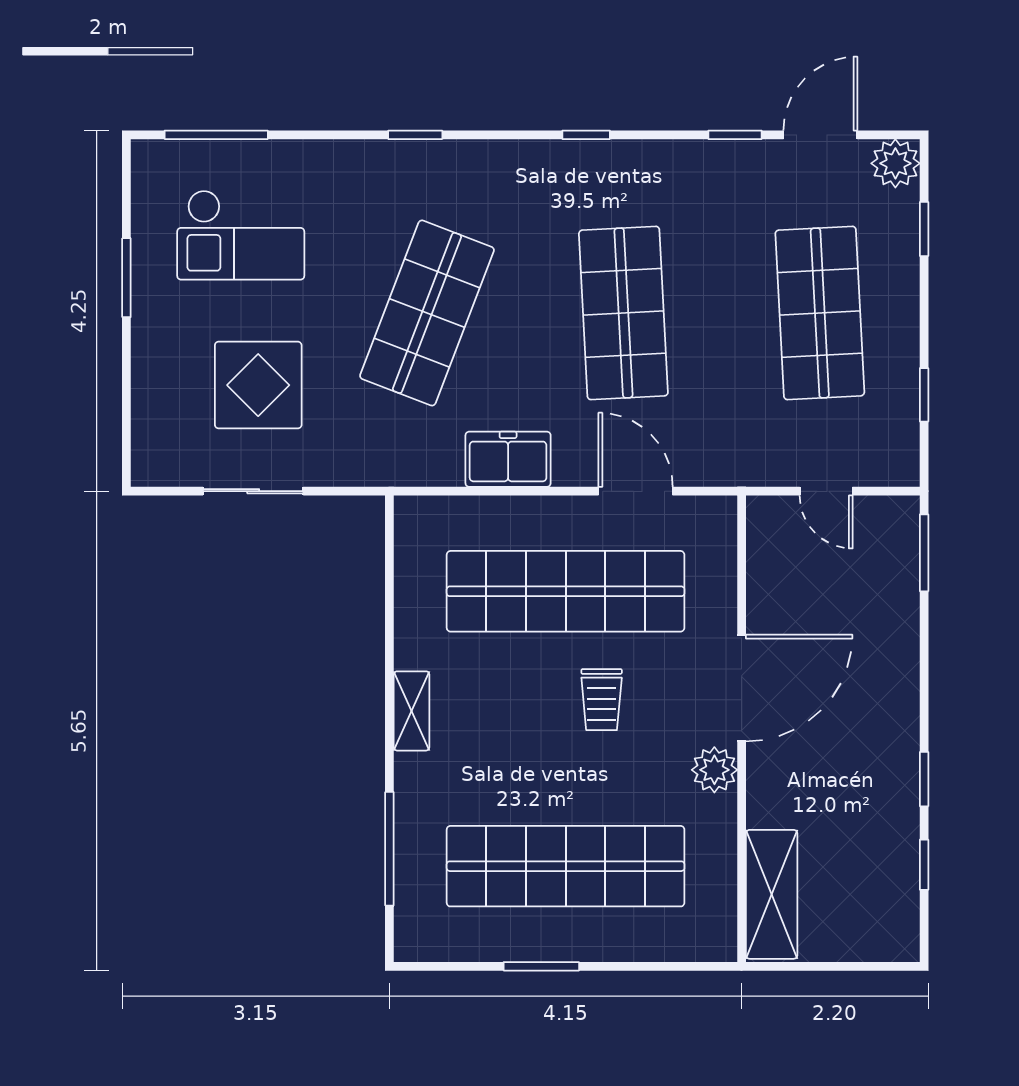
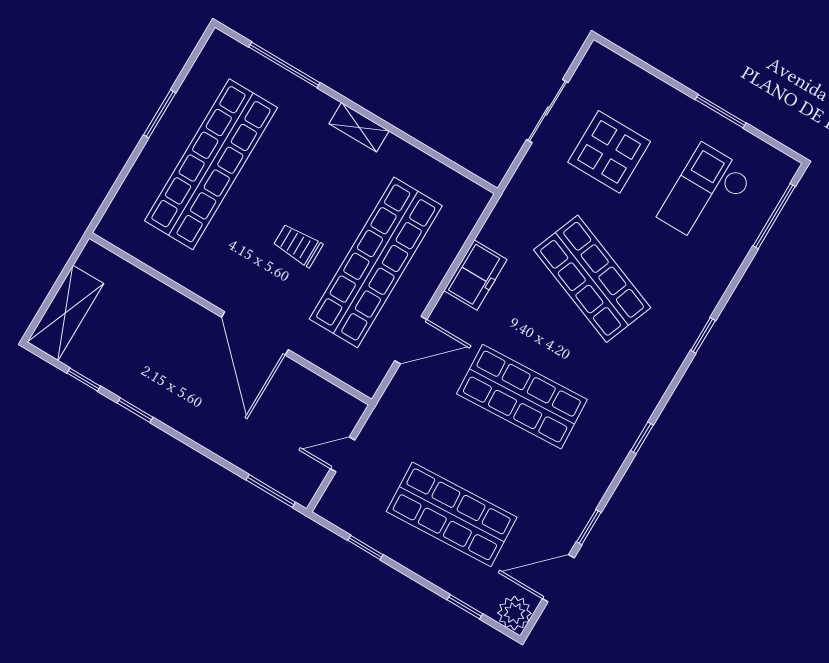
door: (820, 135) -> (558, 578), swing flipped
plant: (714, 770) -> (216, 288), removed
shelving: (772, 894) -> (65, 313), moved, turned 90

